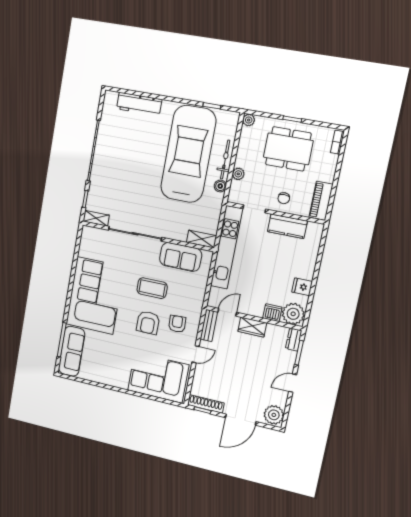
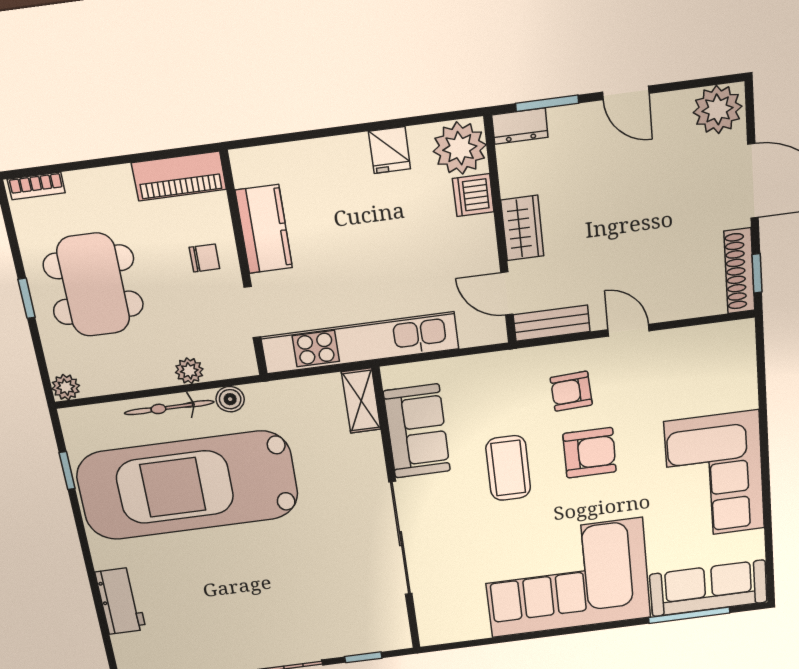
workbench: (139, 104) -> (121, 601), width x0.73
shelving: (96, 218) -> (396, 625), removed
corner sofa: (158, 378) -> (715, 475), moved

